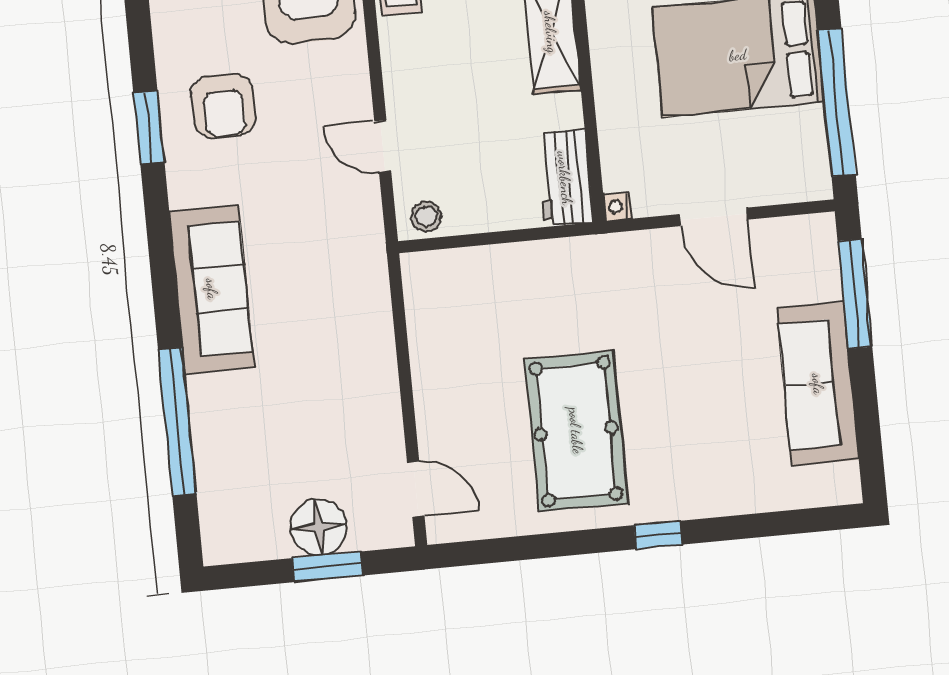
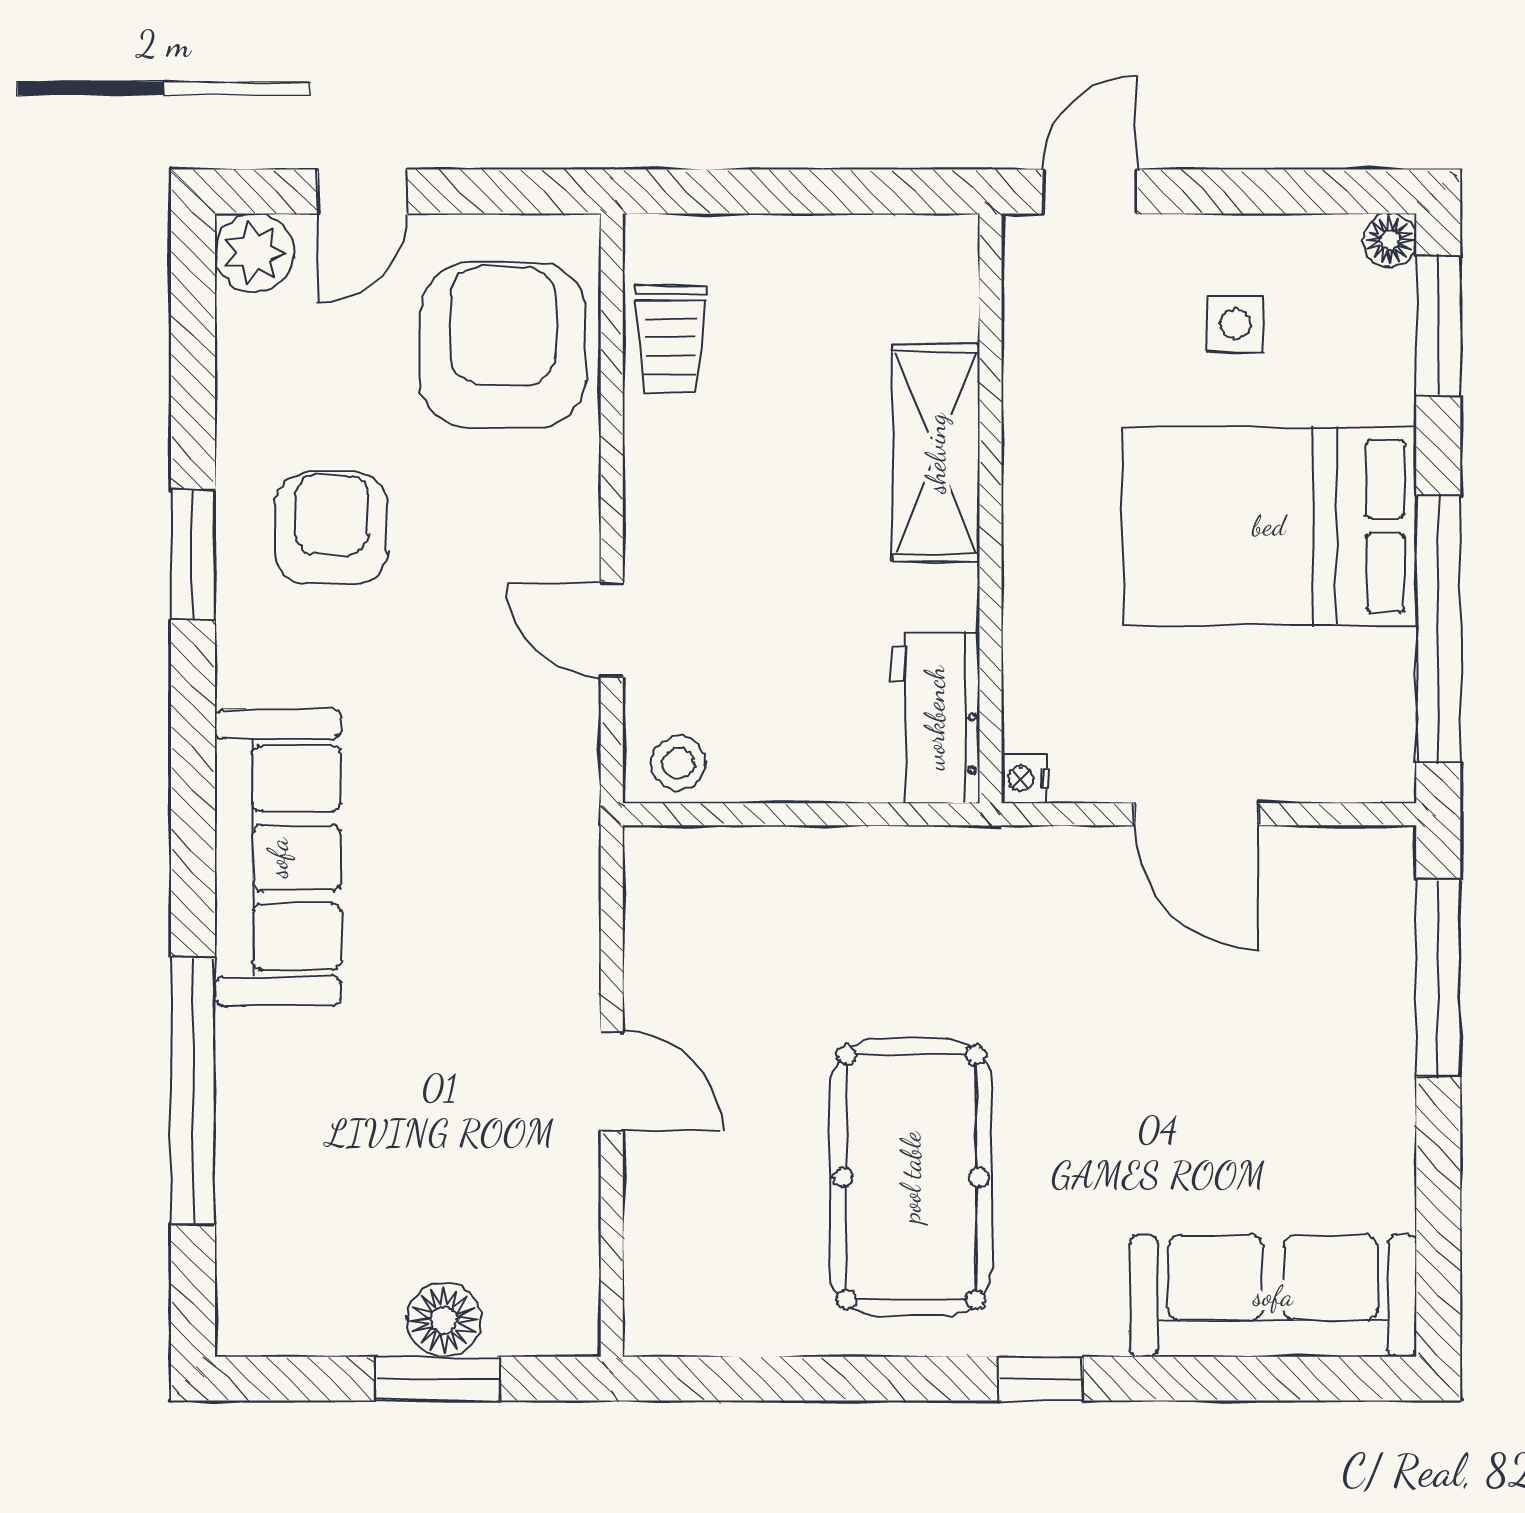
armchair: (224, 106) -> (332, 529), turned 180
sofa: (818, 384) -> (1273, 1296), moved, turned 90
door: (416, 489) -> (612, 1081), moved
floor lamp: (319, 527) -> (444, 1320), width x0.73, depth x0.73

